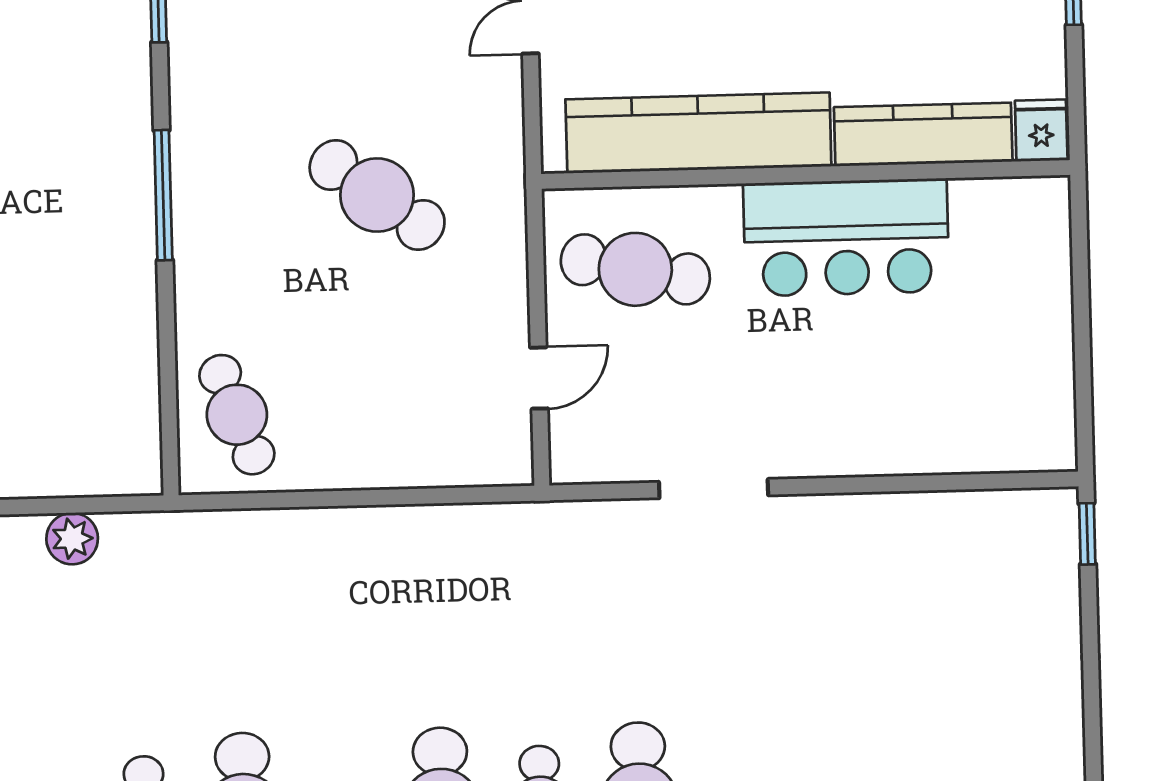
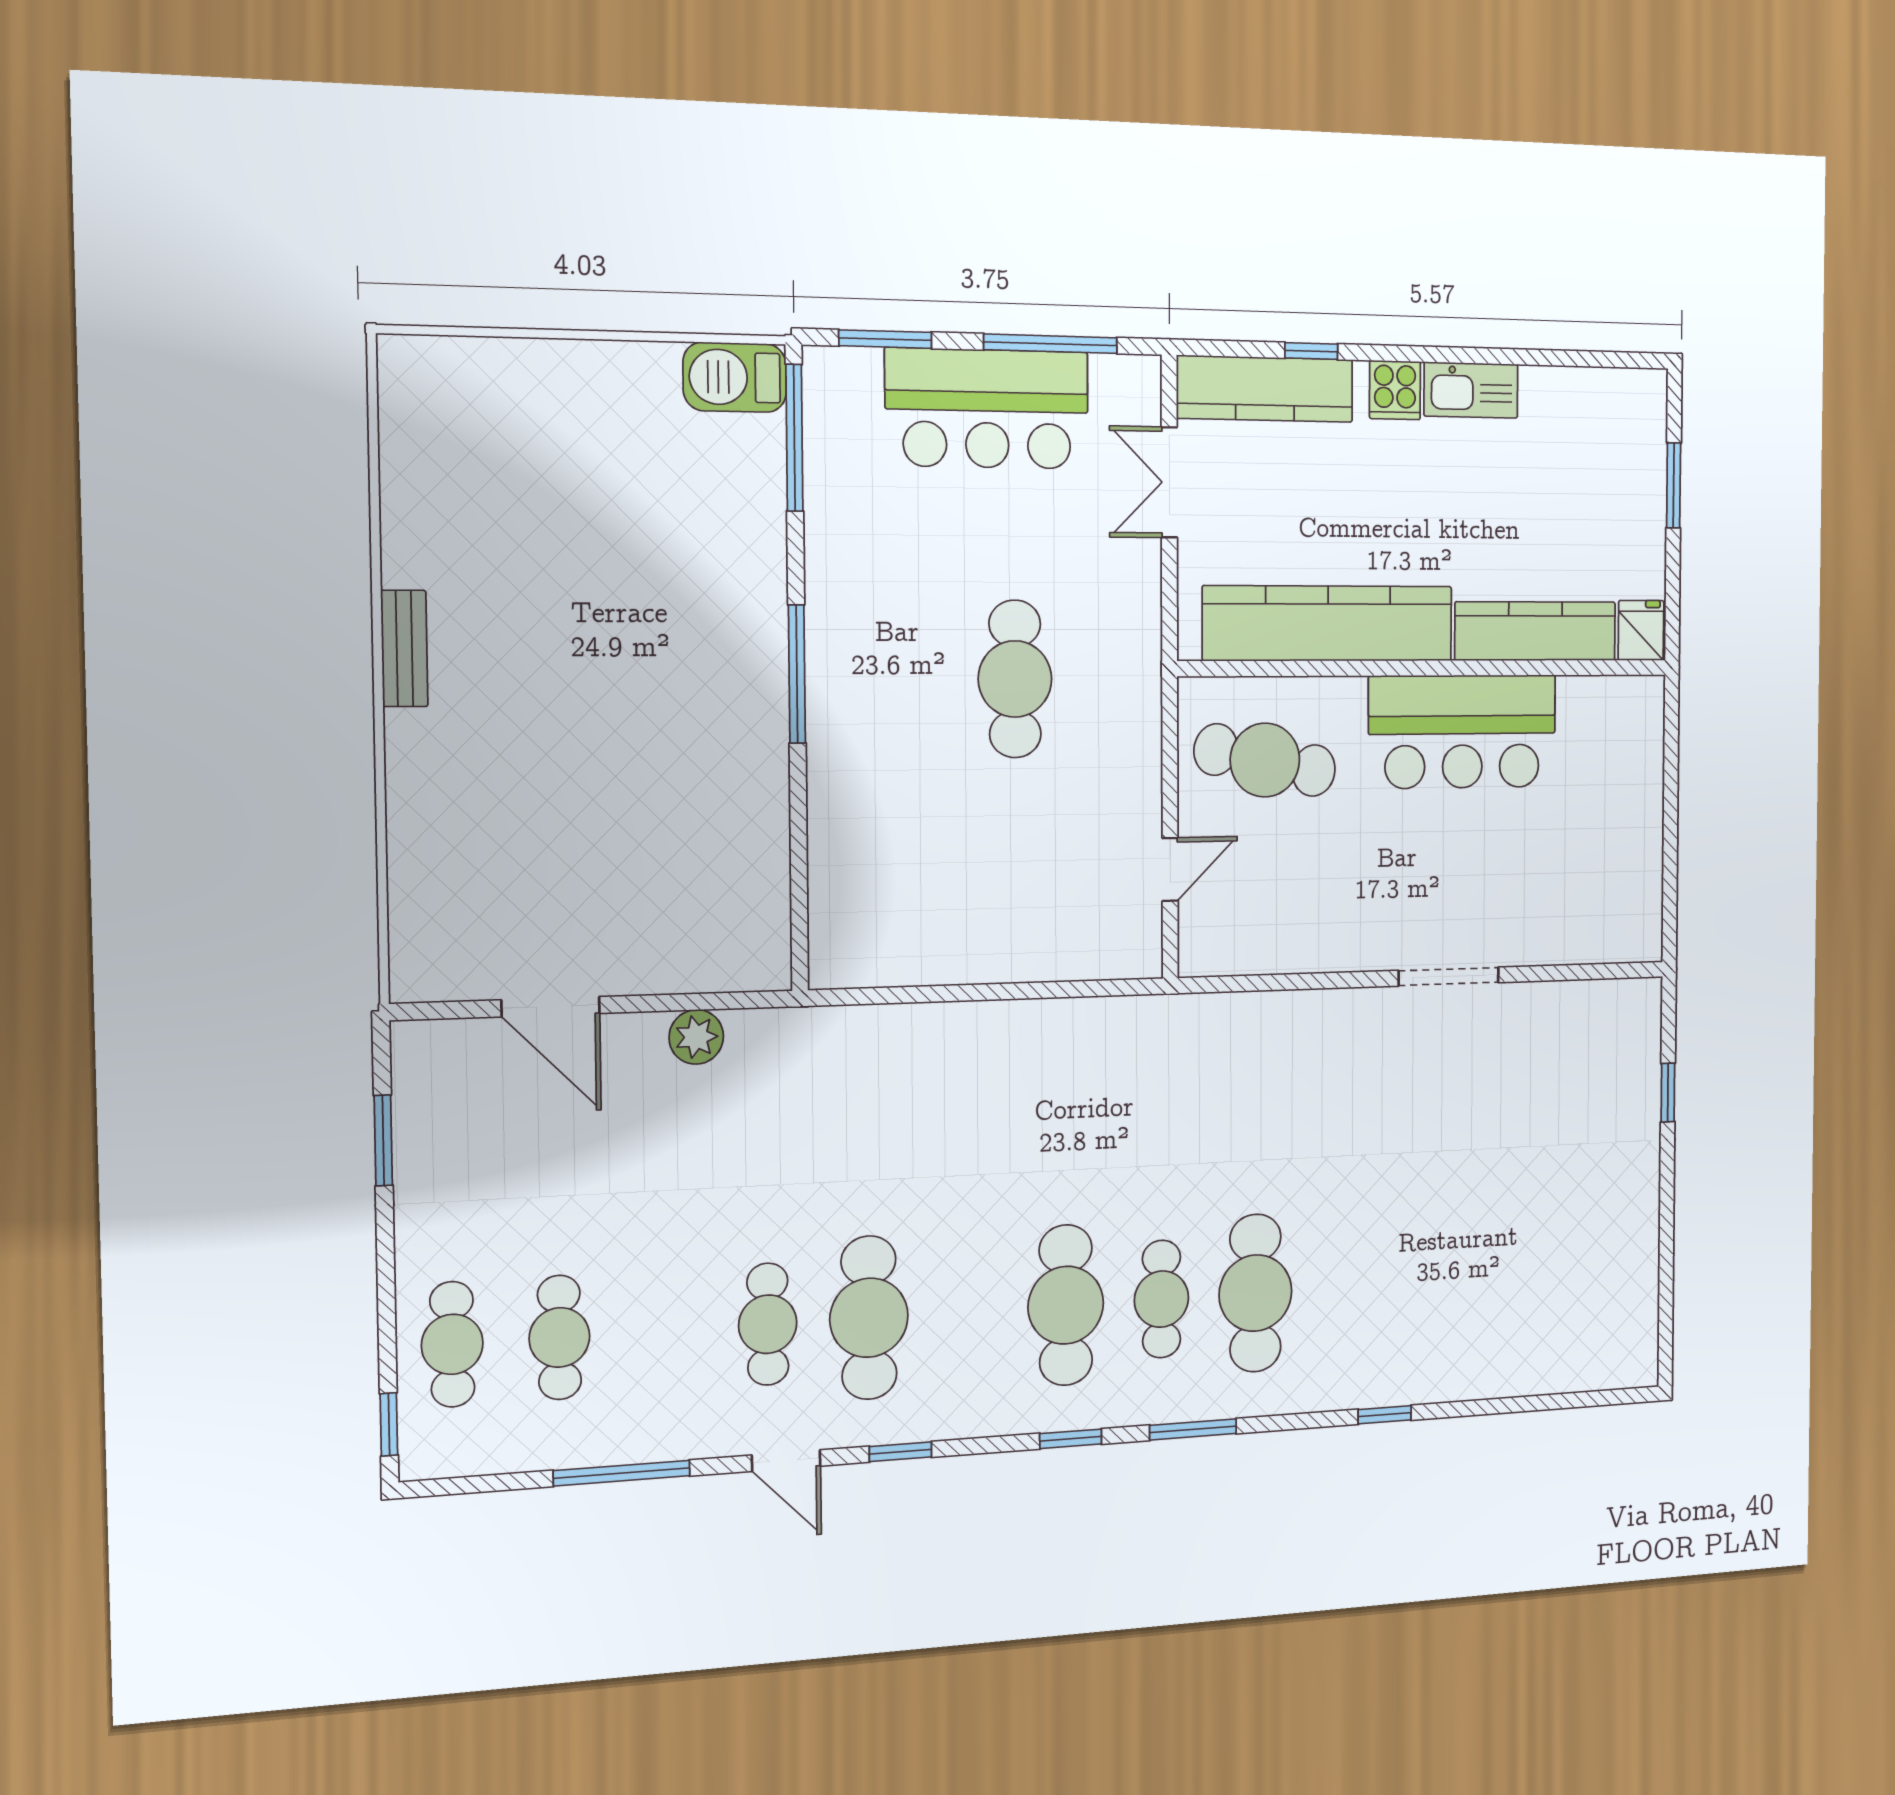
cafe table: (377, 195) -> (1015, 679), turned 54
cafe table: (237, 415) -> (869, 906), removed
doorway: (714, 489) -> (1449, 977), moved
window: (1087, 534) -> (1668, 1093), moved

